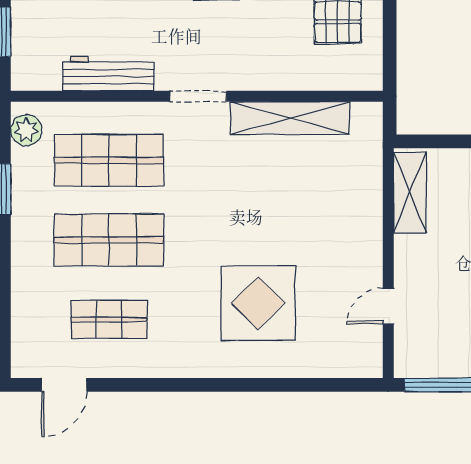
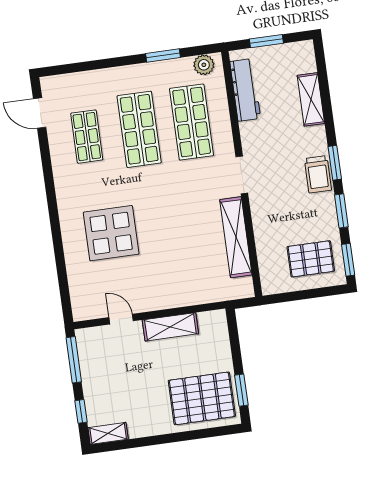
workbench: (109, 74) -> (245, 90), moved
shelving: (410, 193) -> (170, 327), moved

